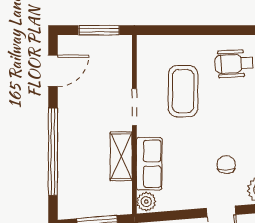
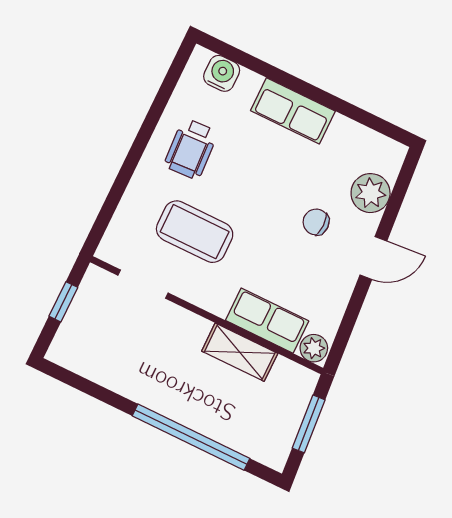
window: (99, 30) -> (63, 302), width x0.67
door: (53, 71) -> (87, 387), removed
doorway: (134, 107) -> (143, 284), moved

